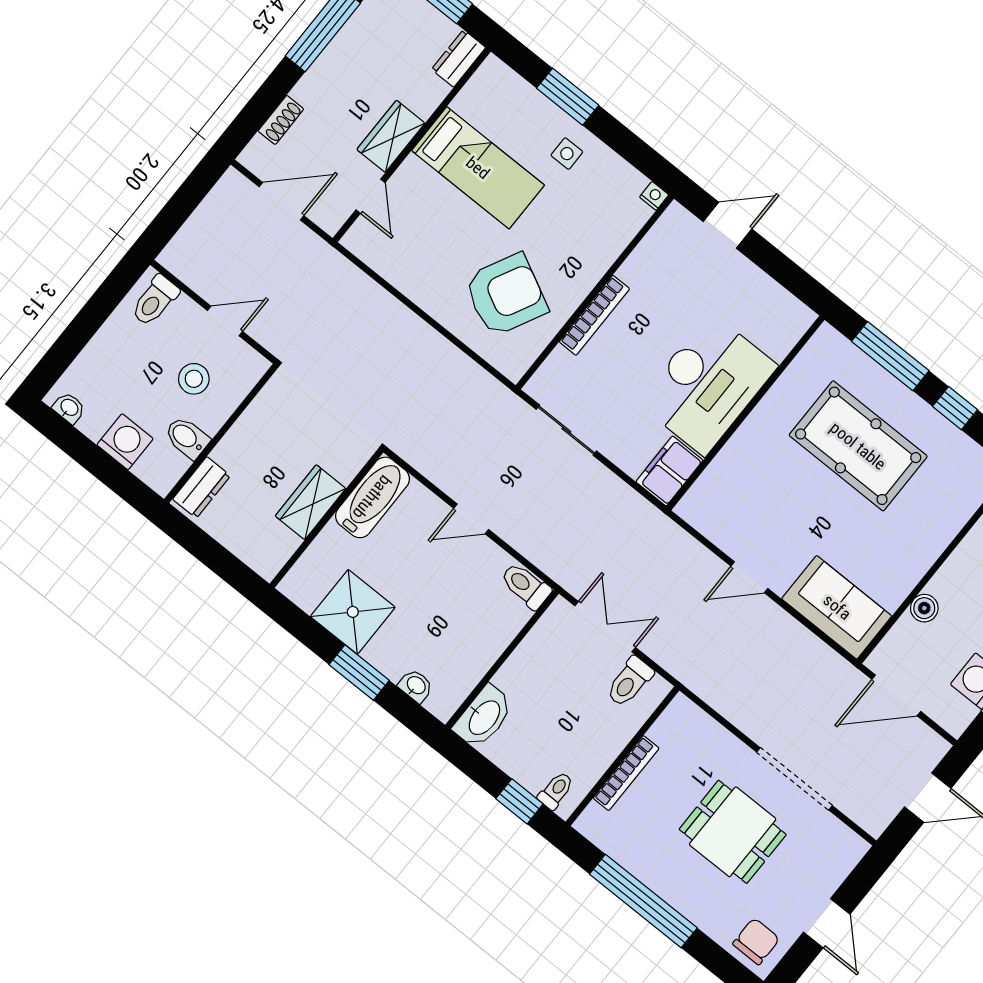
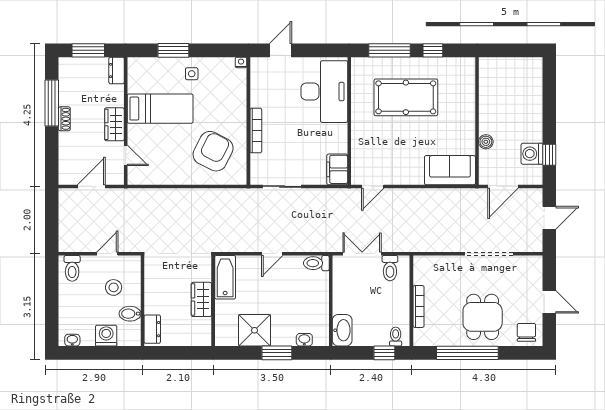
shoe rack: (281, 120) -> (64, 119), moved
desk: (707, 384) -> (324, 92), moved
door: (749, 577) -> (373, 186), moved
dining table: (733, 832) -> (483, 317), moved, turned 90

